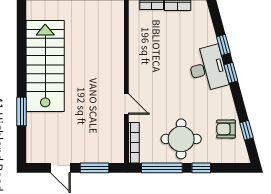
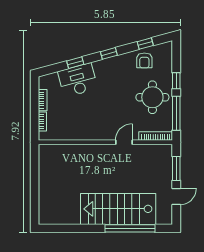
stairs: (45, 66) -> (118, 209), moved
desk: (208, 68) -> (78, 80), moved
window: (231, 73) -> (109, 53), moved
window: (22, 112) -> (130, 228), width x2.11

